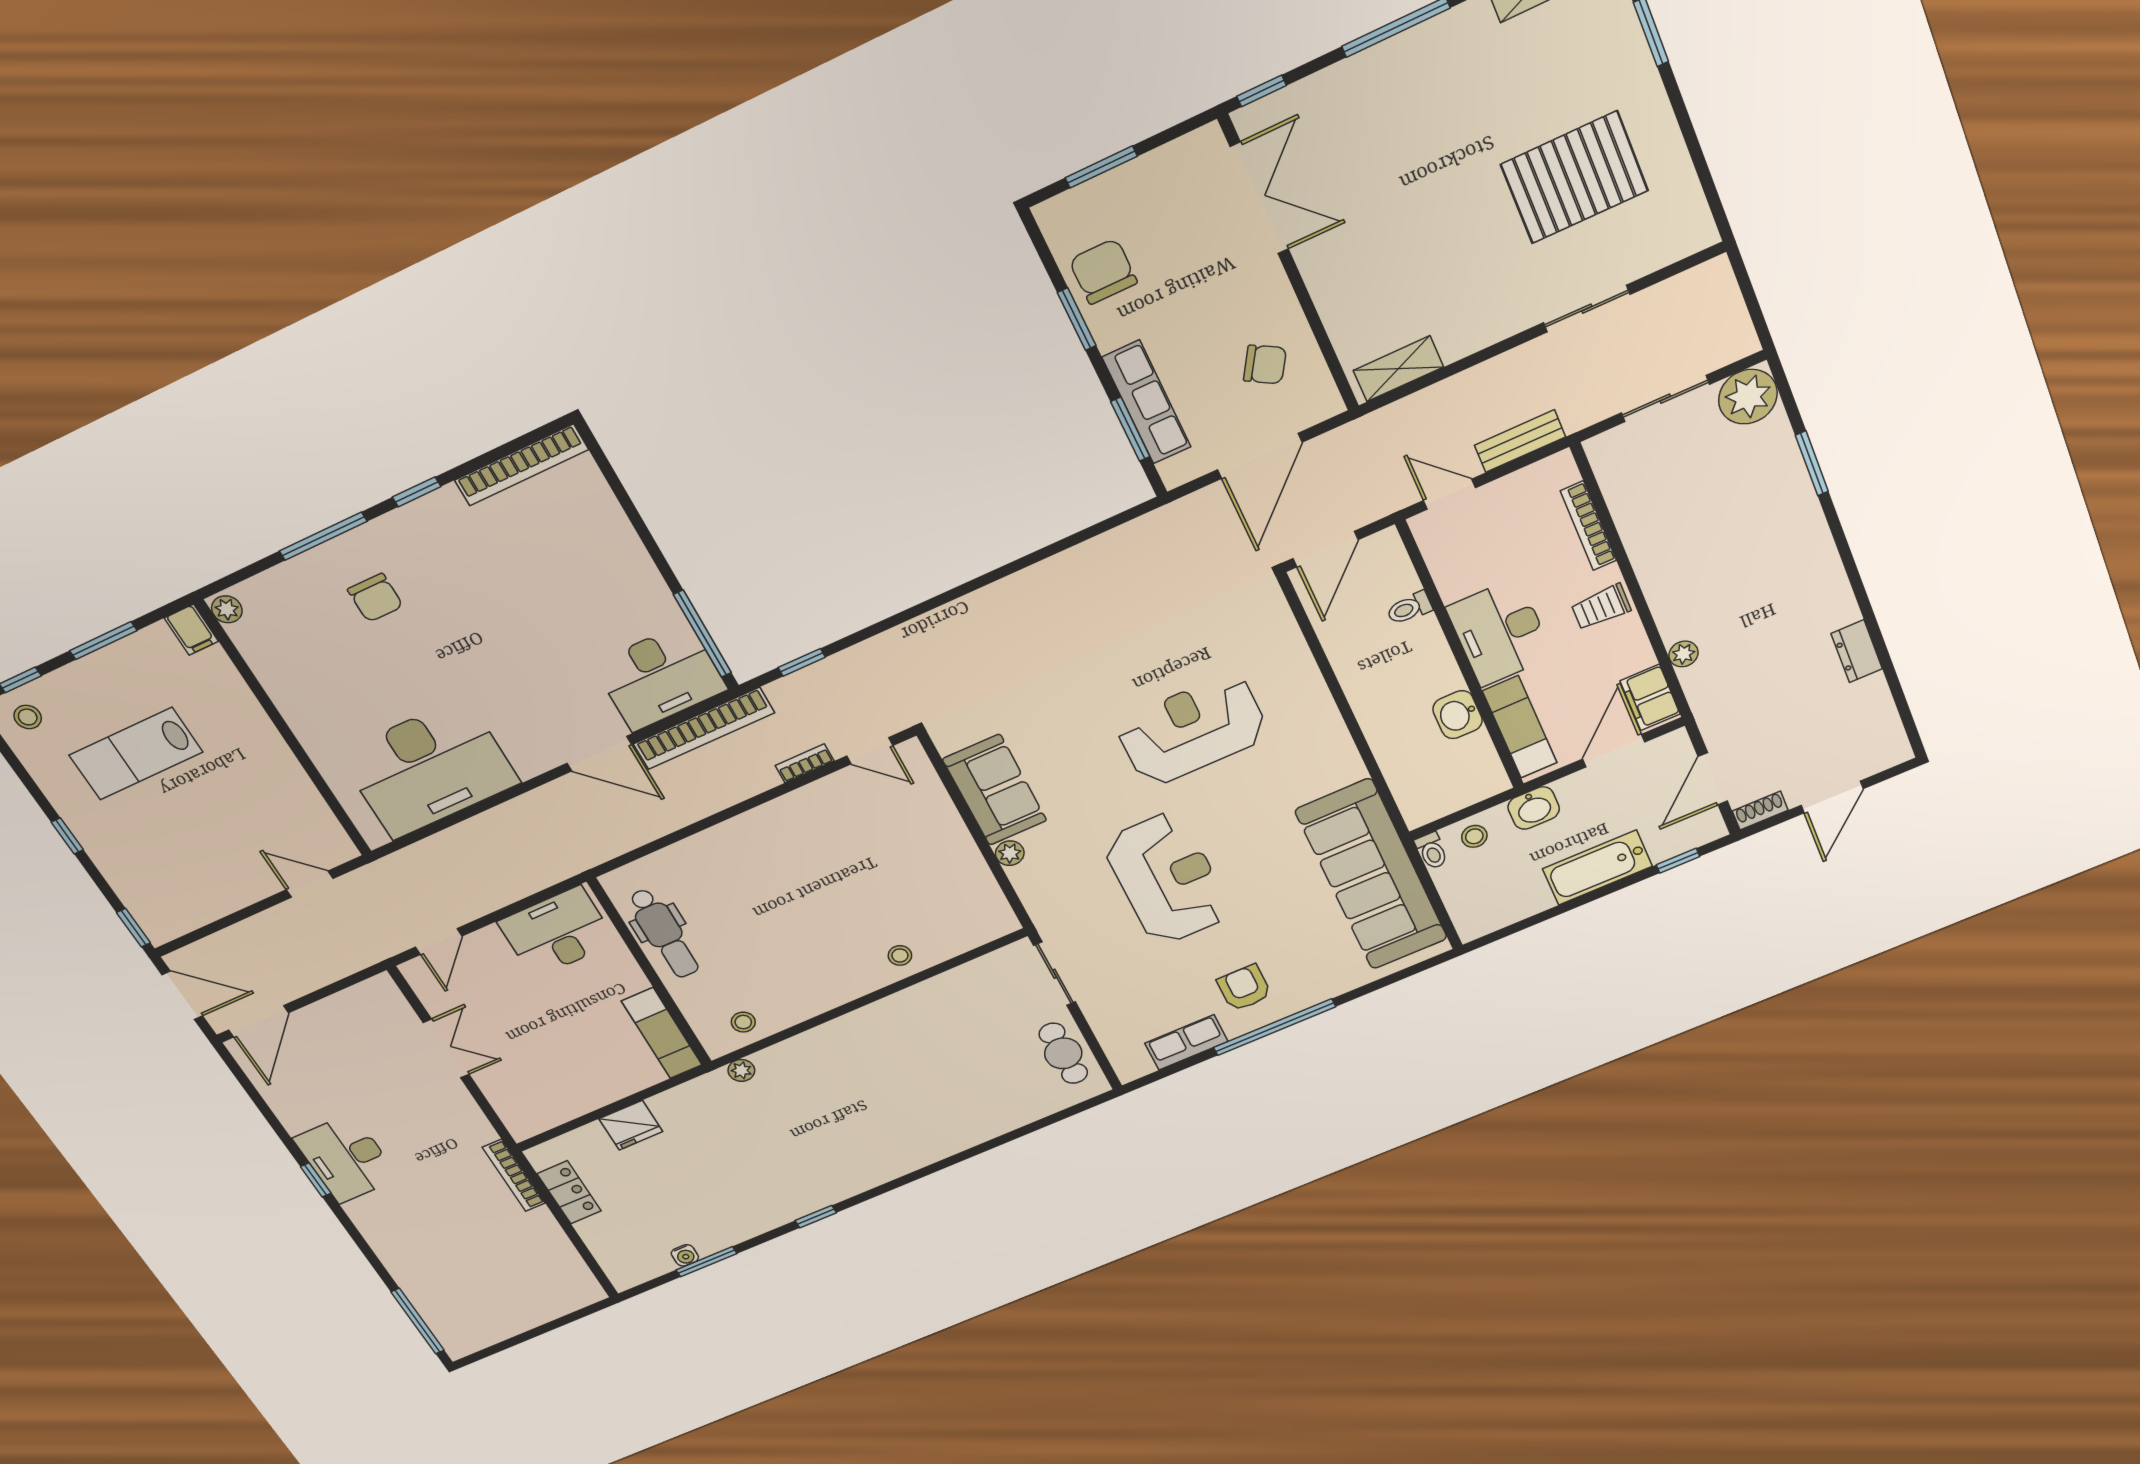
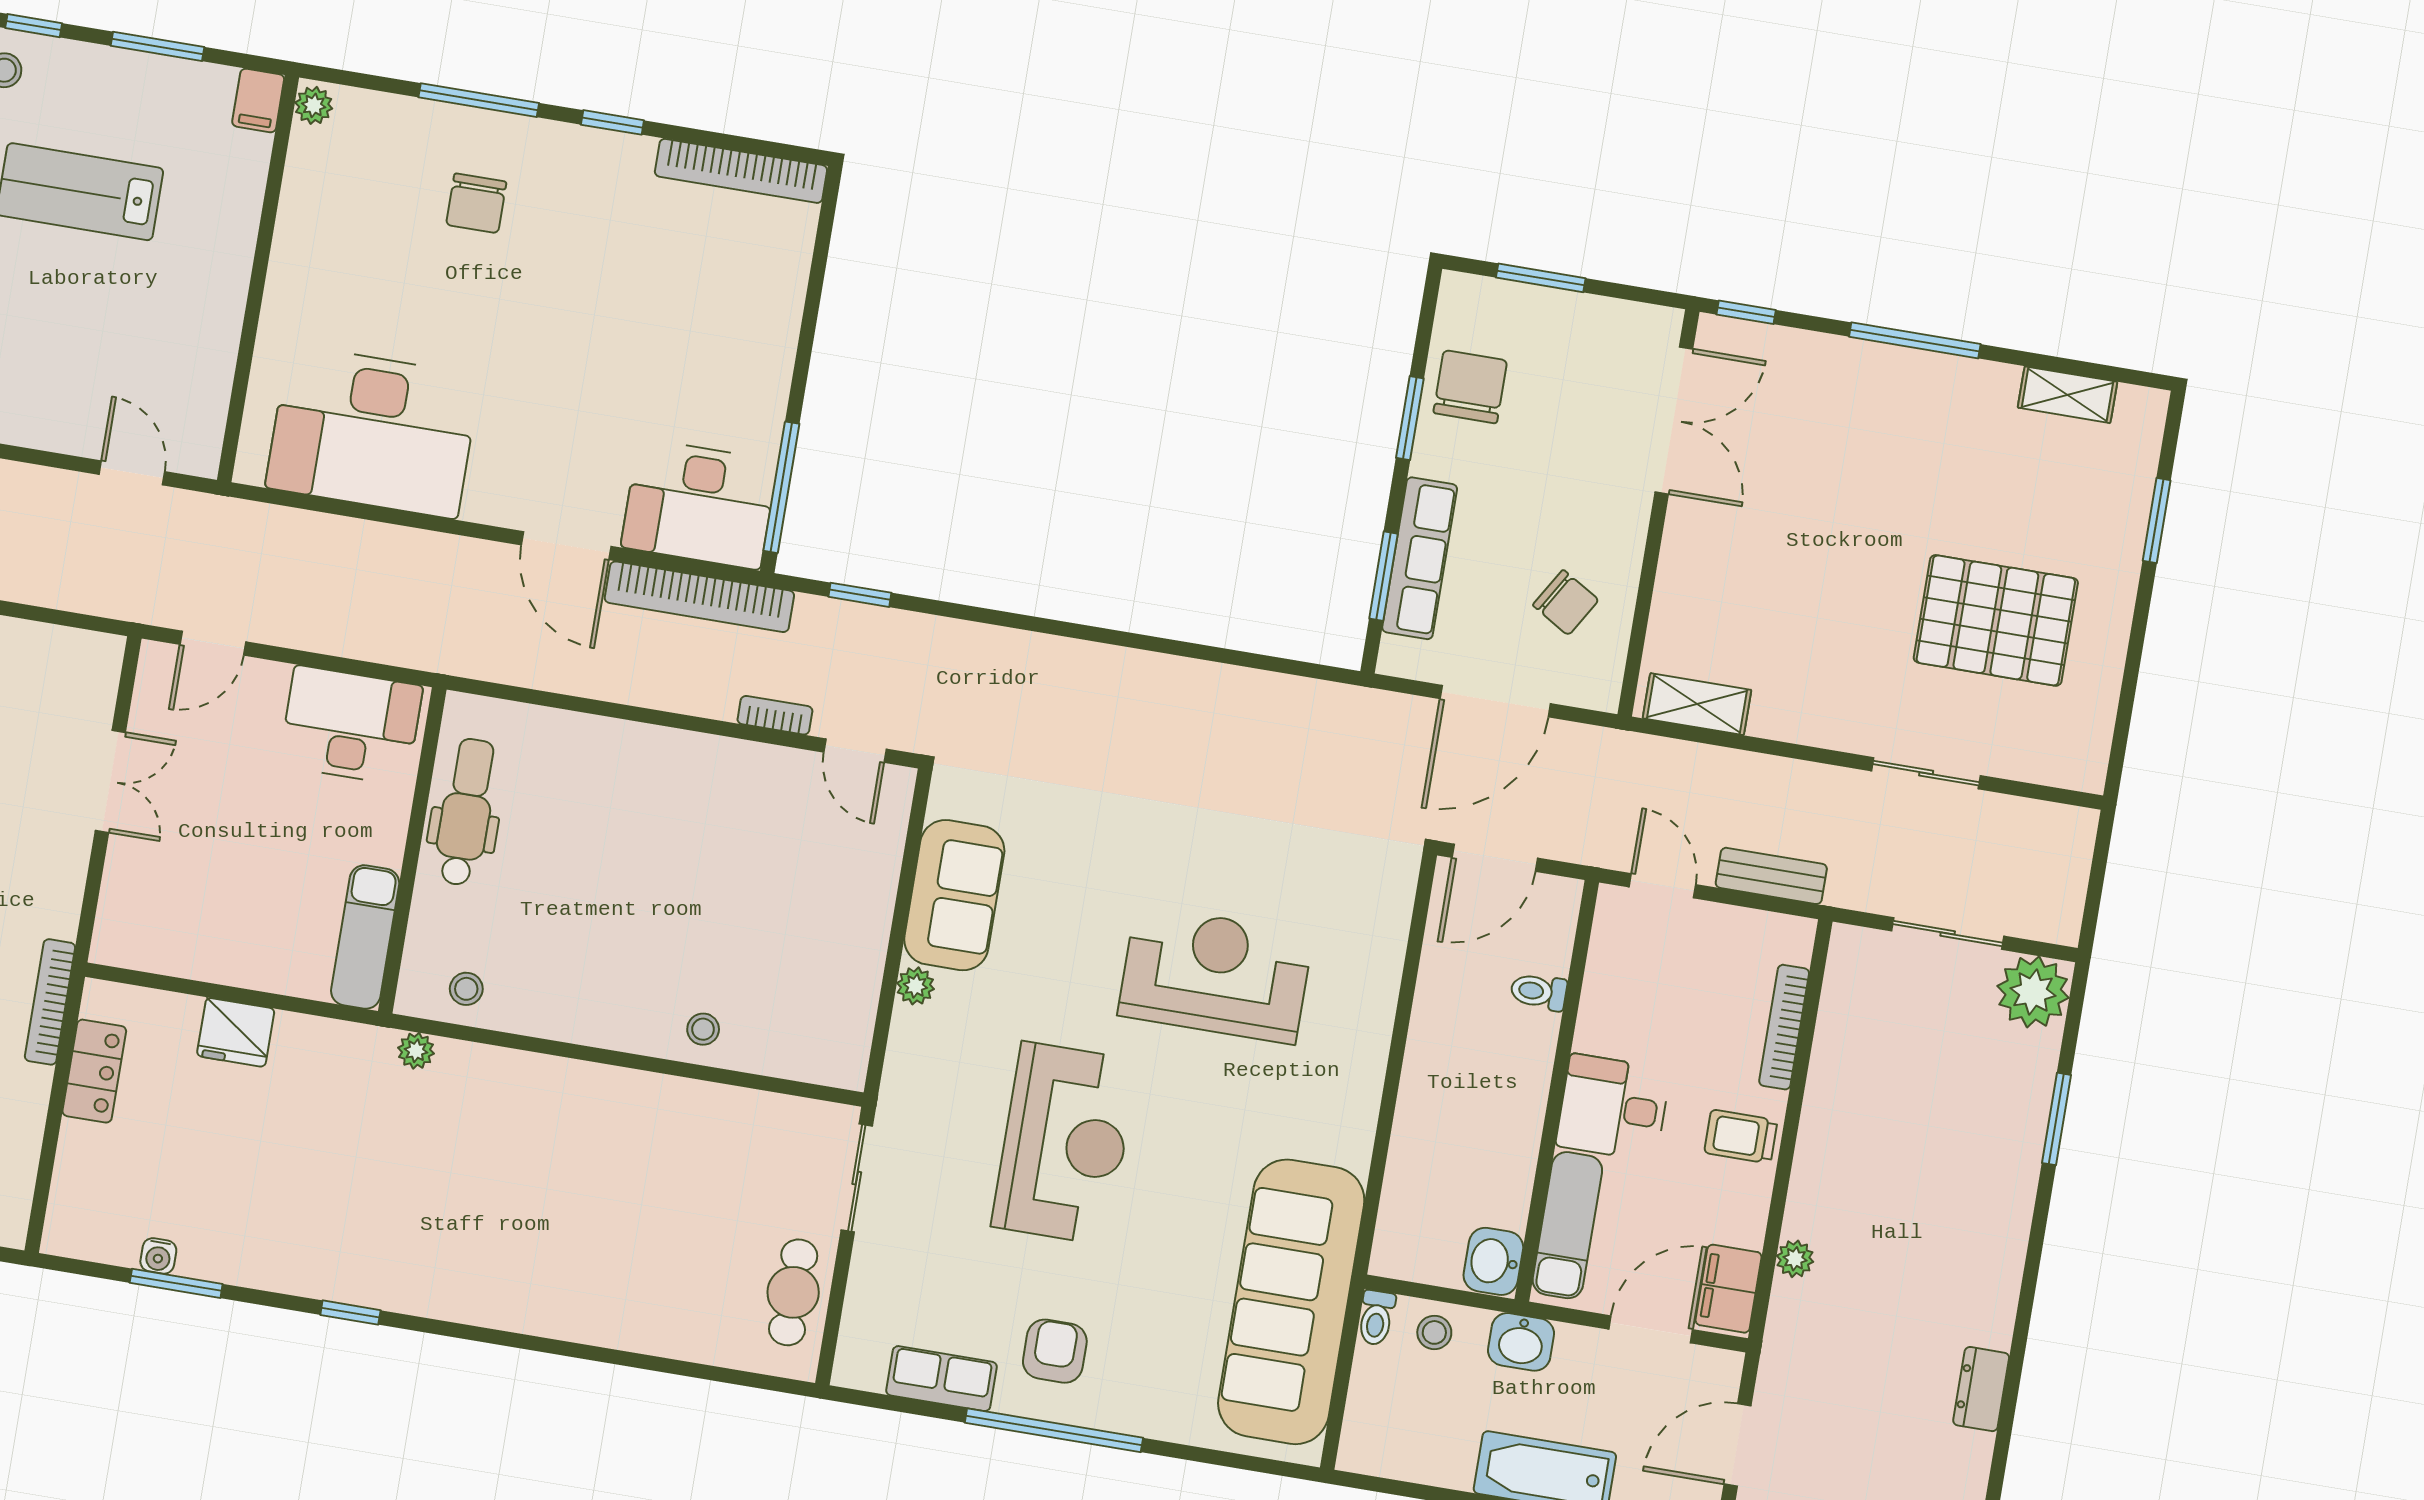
desk: (1500, 632) -> (1613, 1108), width x0.73
washbasin: (1458, 715) -> (1493, 1261), moved
dental chair: (664, 933) -> (466, 812), turned 180

